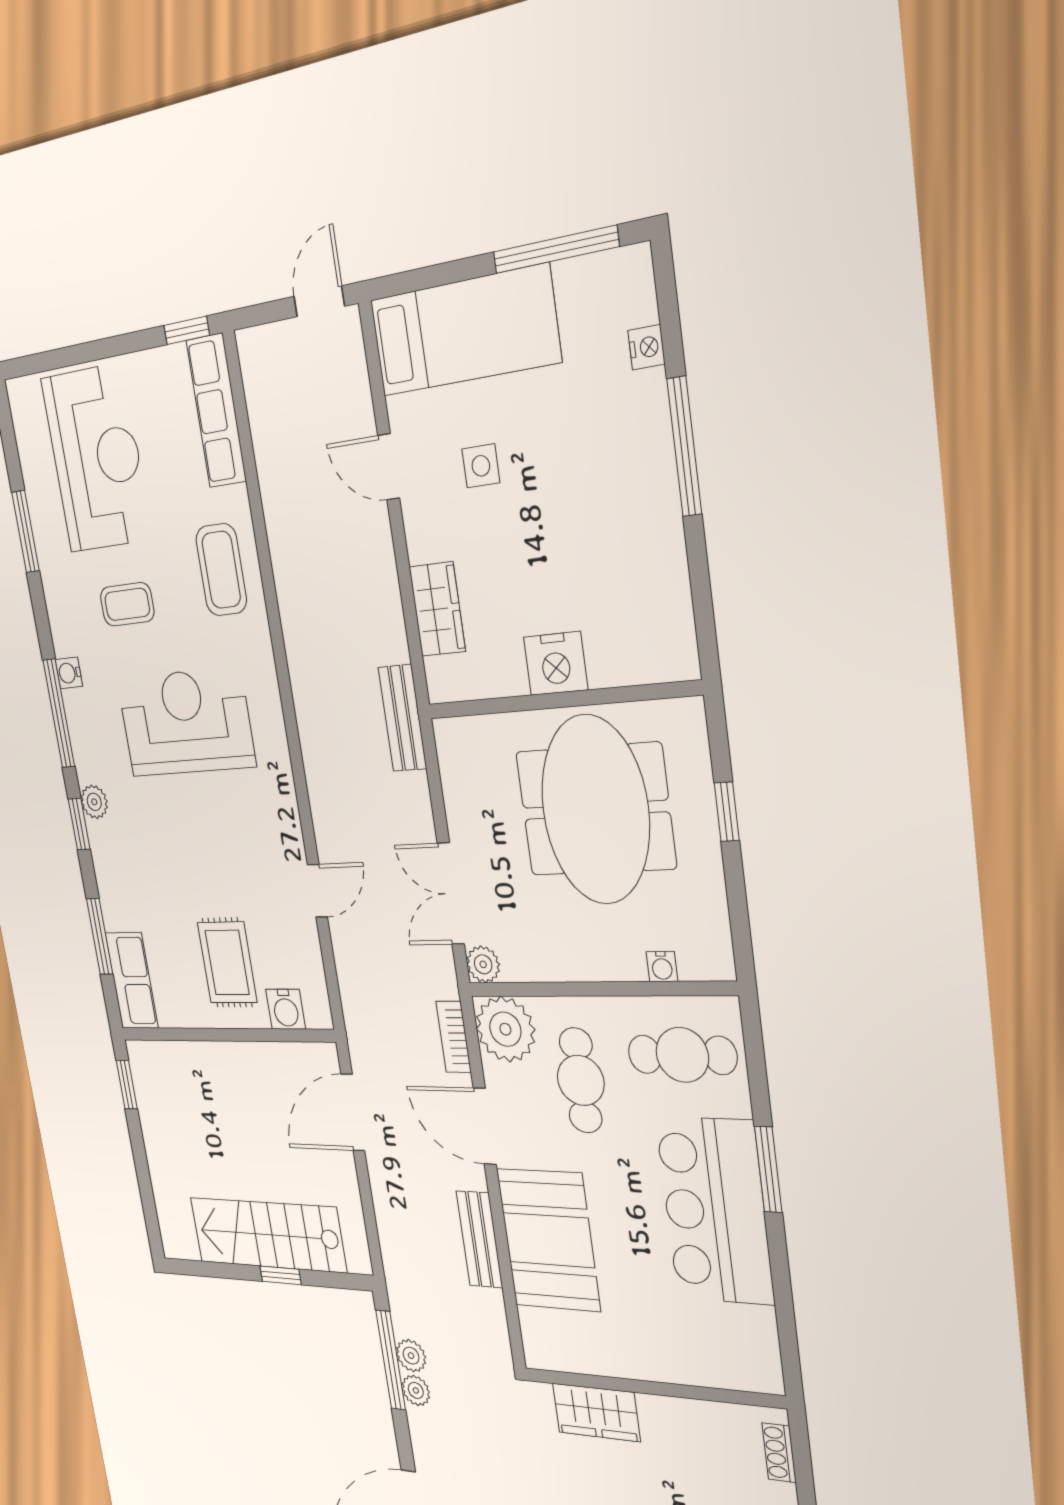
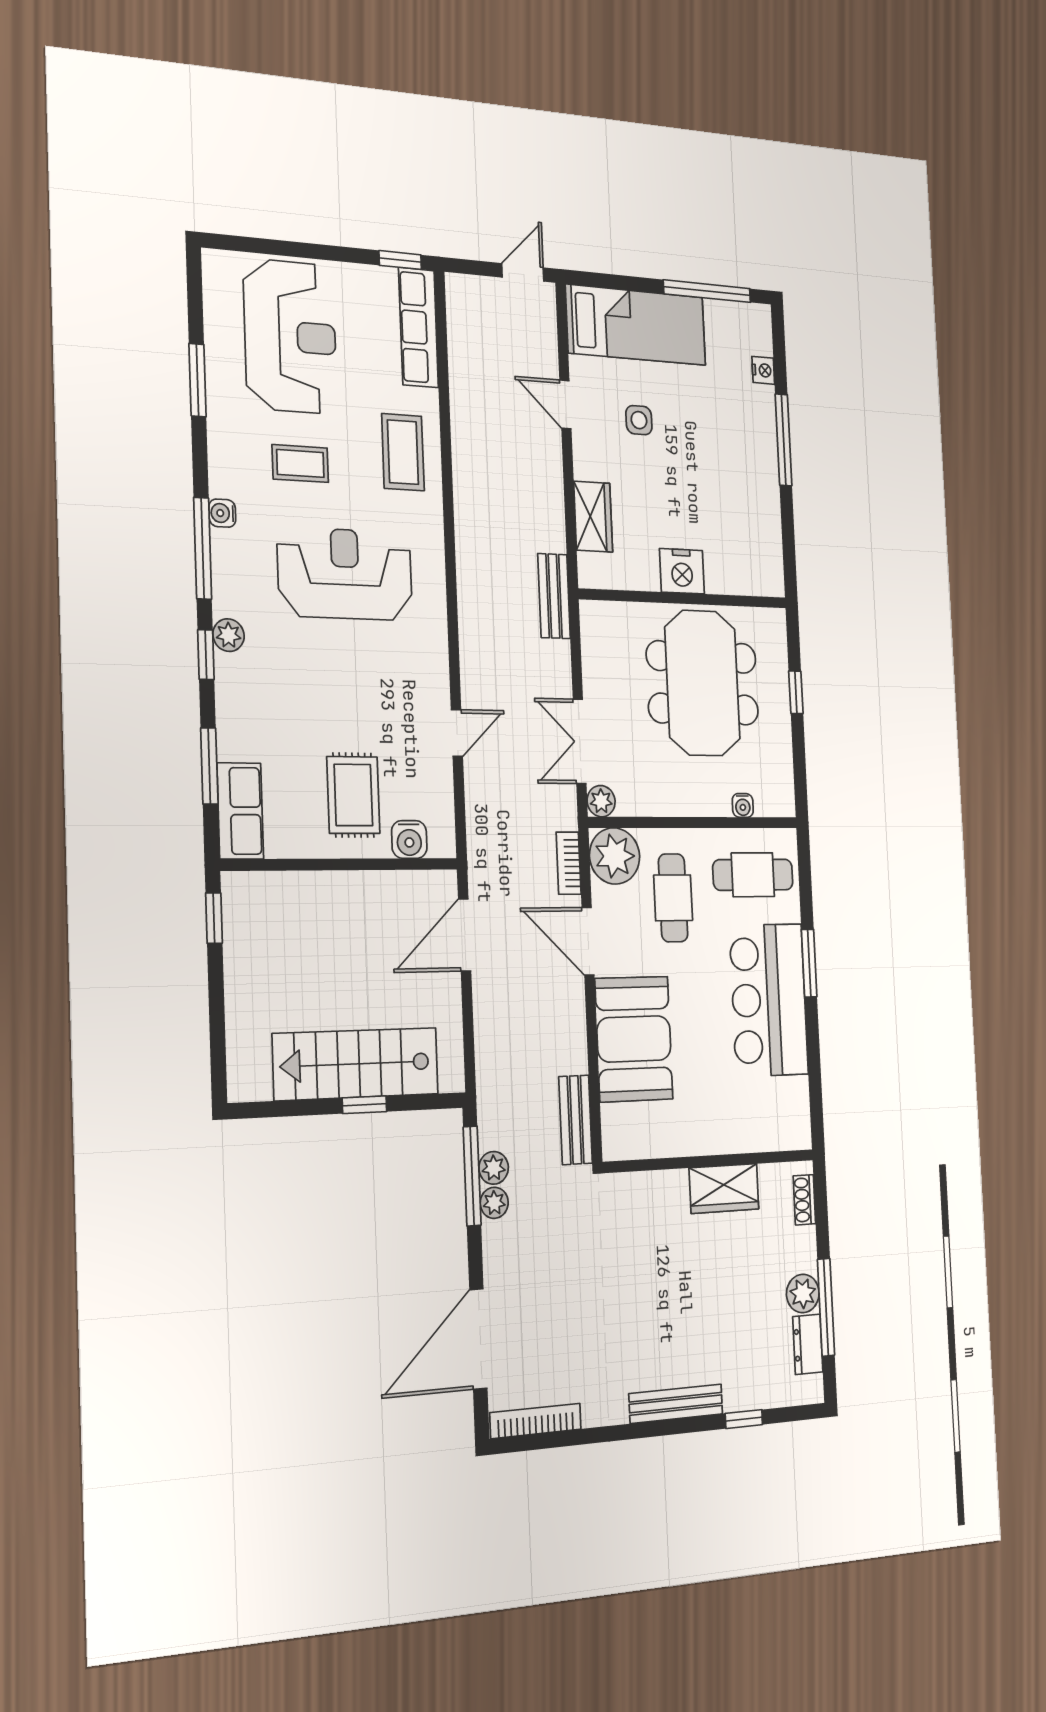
bench: (479, 1239) -> (576, 1120), moved
wardrobe: (596, 1412) -> (724, 1188), moved

